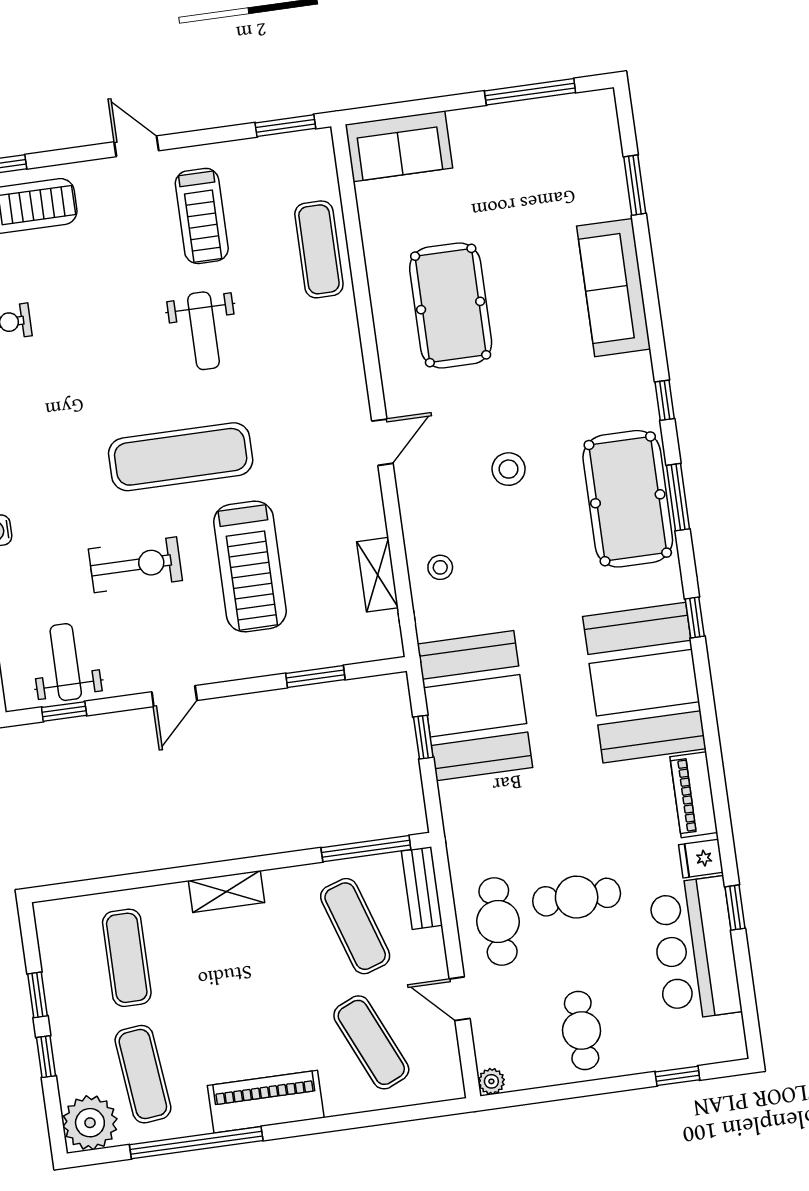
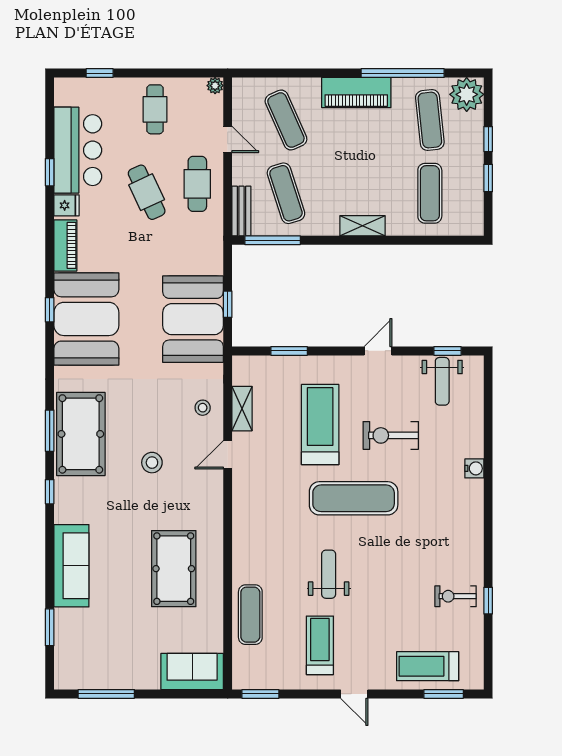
door: (382, 442) -> (228, 455), moved
window: (695, 617) -> (50, 310), moved
cafe table: (577, 897) -> (147, 192), turned 65

